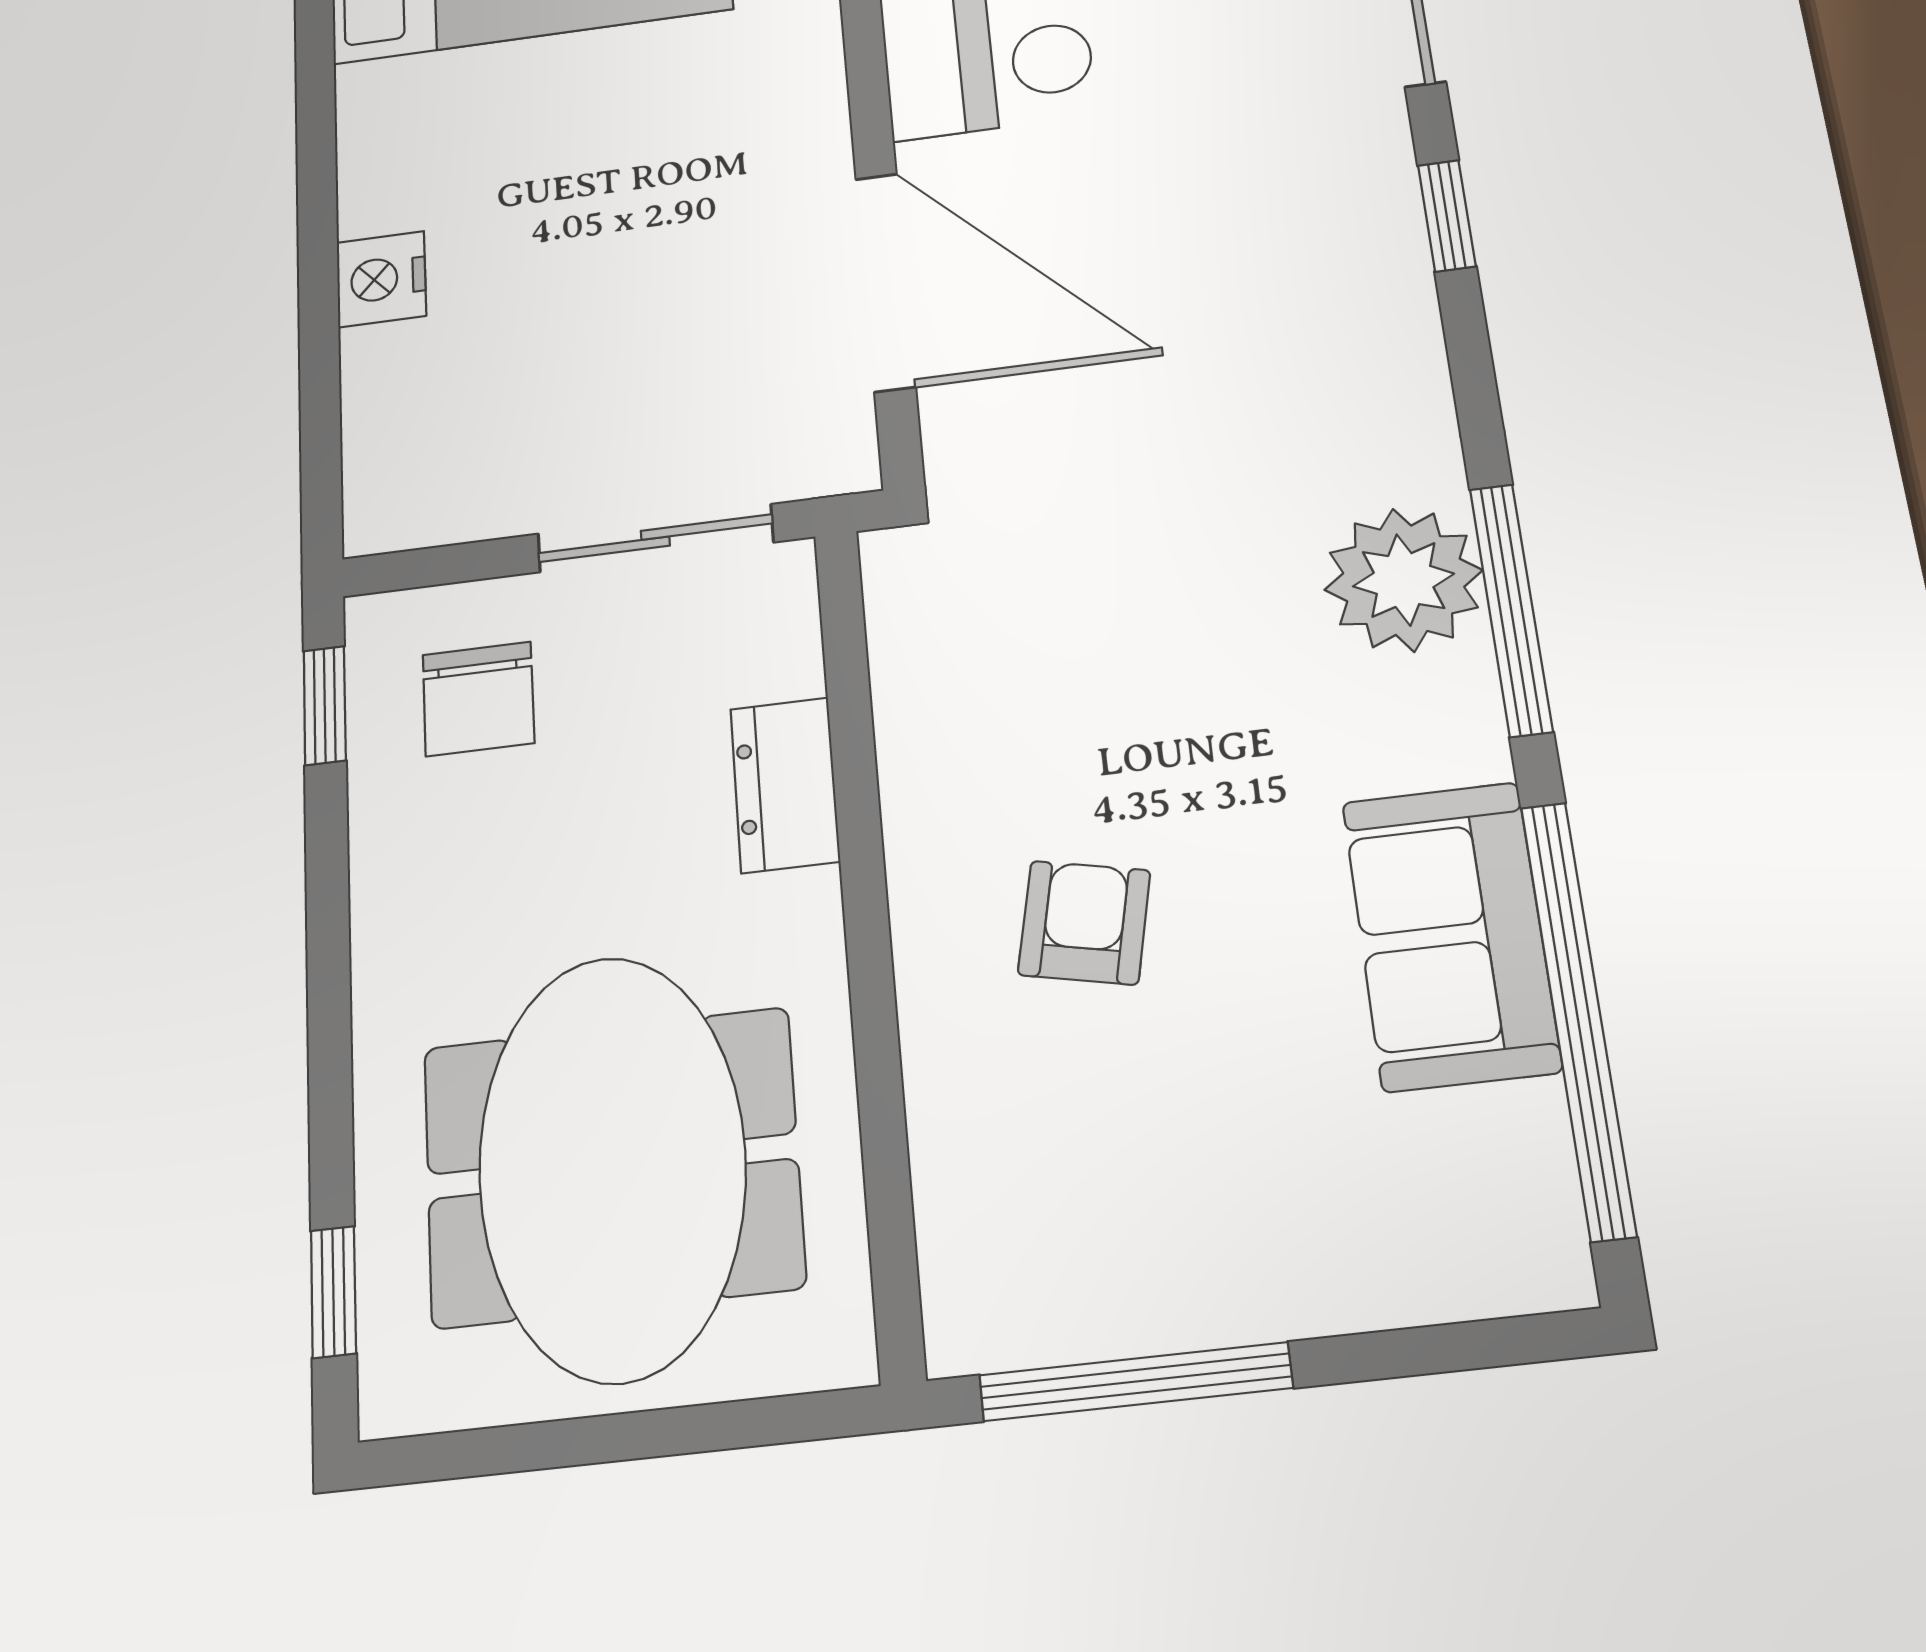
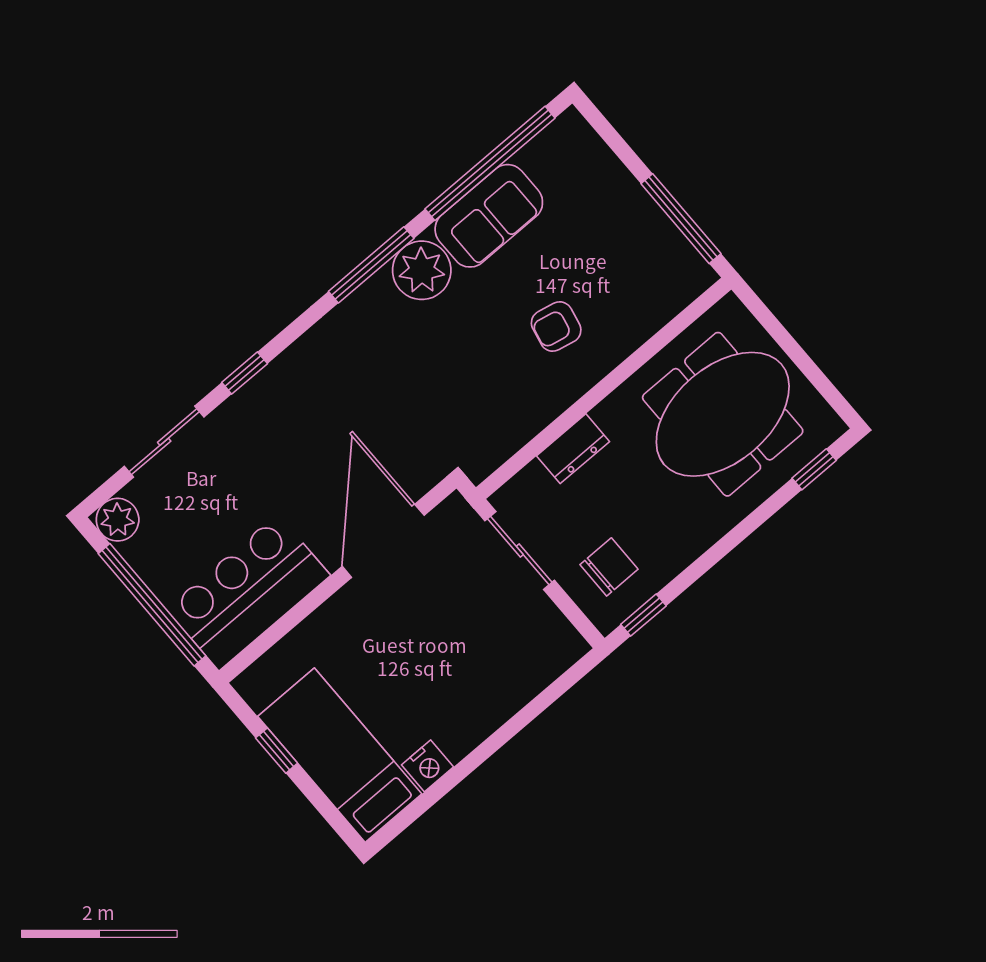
nightstand: (381, 279) -> (428, 766), moved
plant: (1404, 580) -> (422, 270), moved

